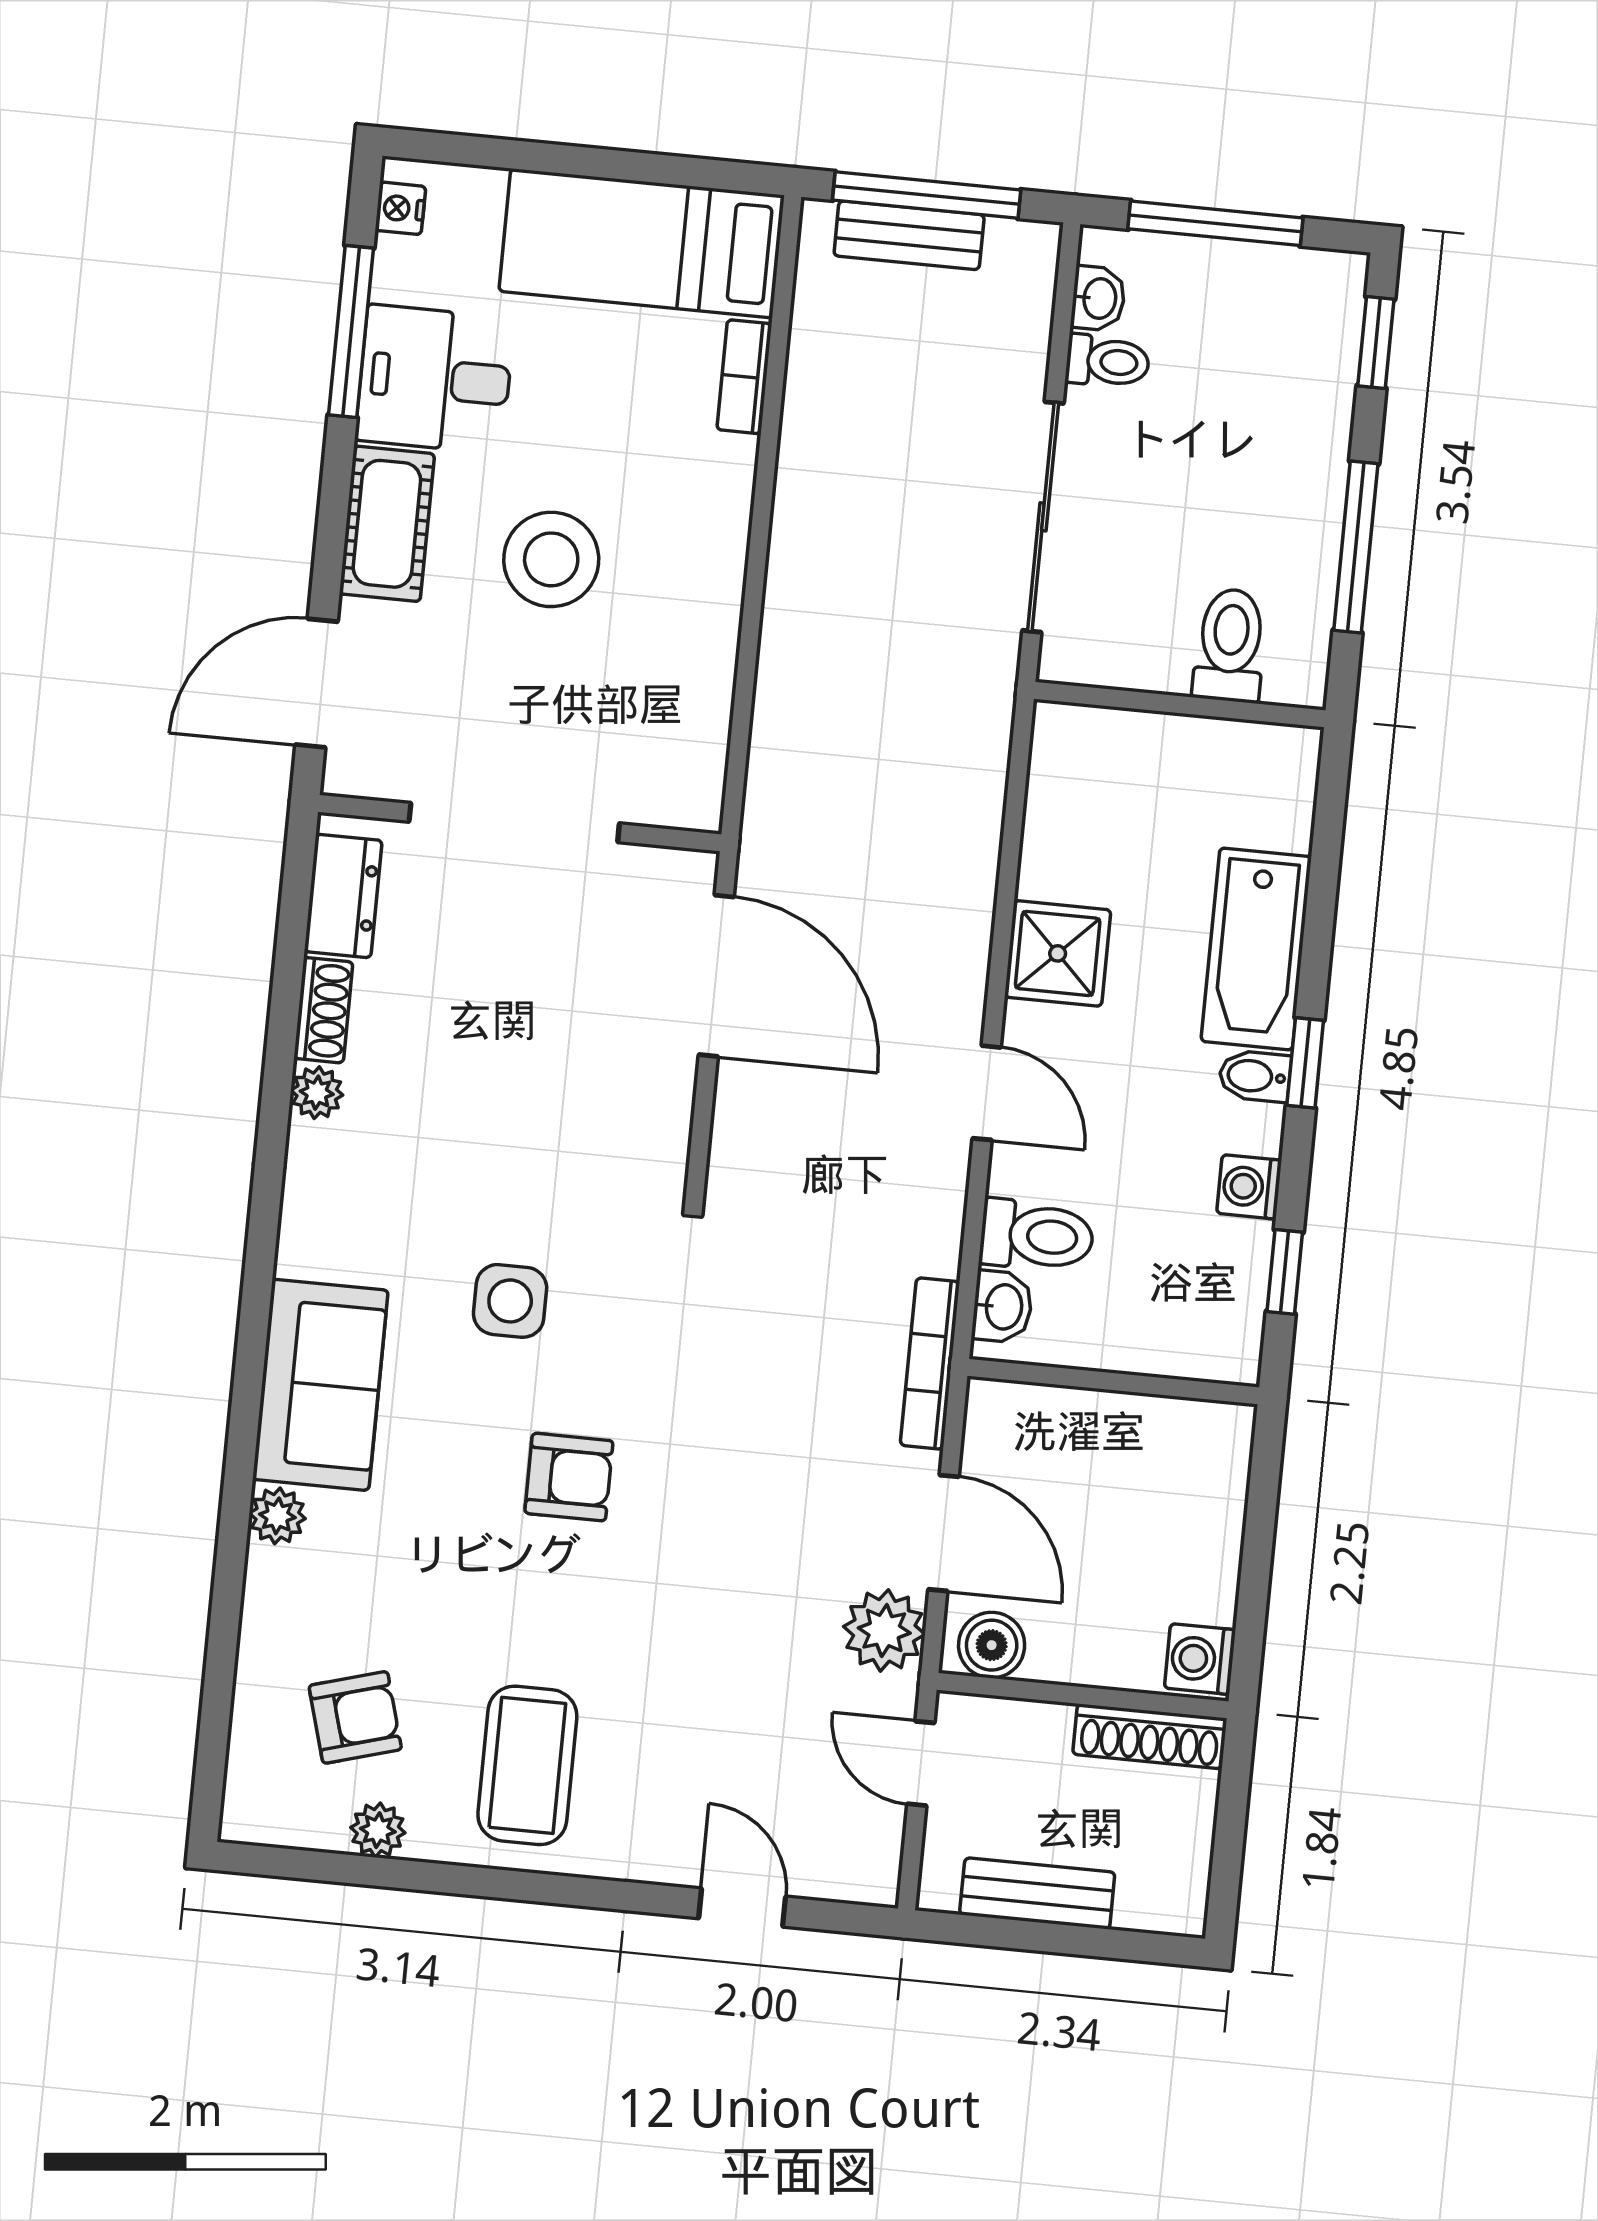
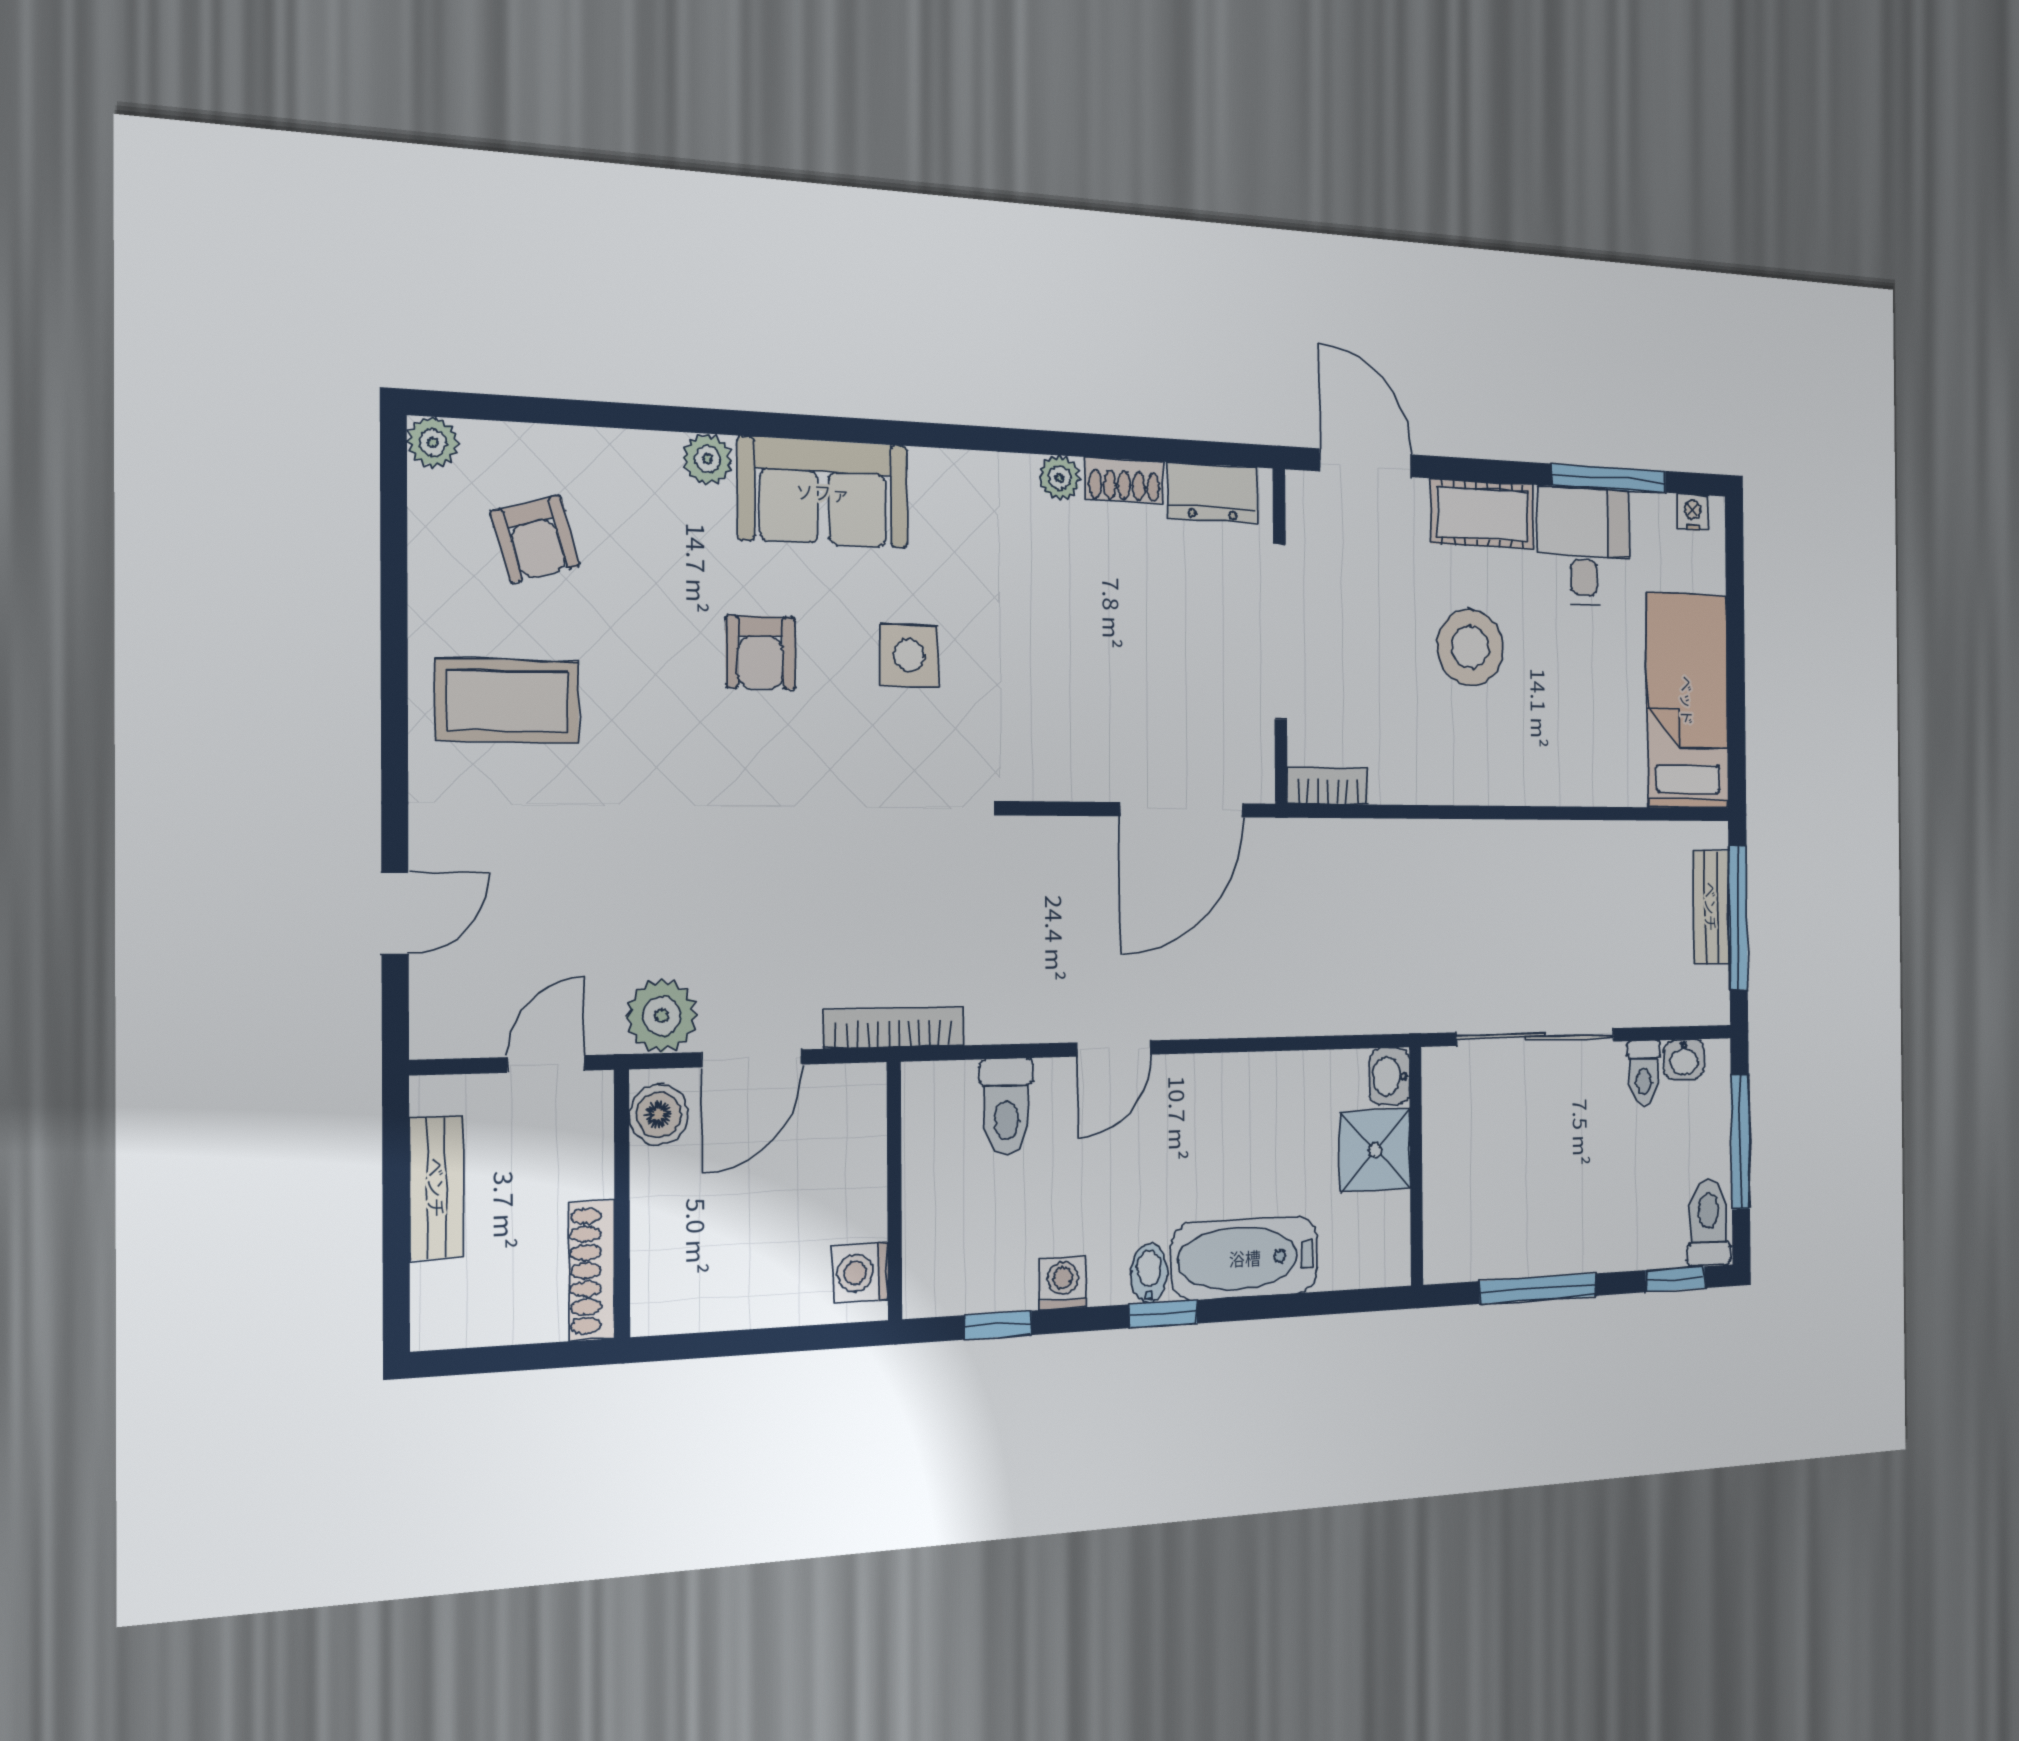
bookcase: (744, 377) -> (1328, 786), moved
toilet: (1230, 645) -> (1709, 1223), moved, turned -90
shower: (1058, 953) -> (1375, 1150), moved
washbasin: (1002, 1307) -> (1389, 1076), moved, turned 90
armchair: (569, 1477) -> (761, 652), moved
washing machine: (1200, 1659) -> (861, 1273), moved, turned -90
plant: (378, 1830) -> (433, 442), moved

